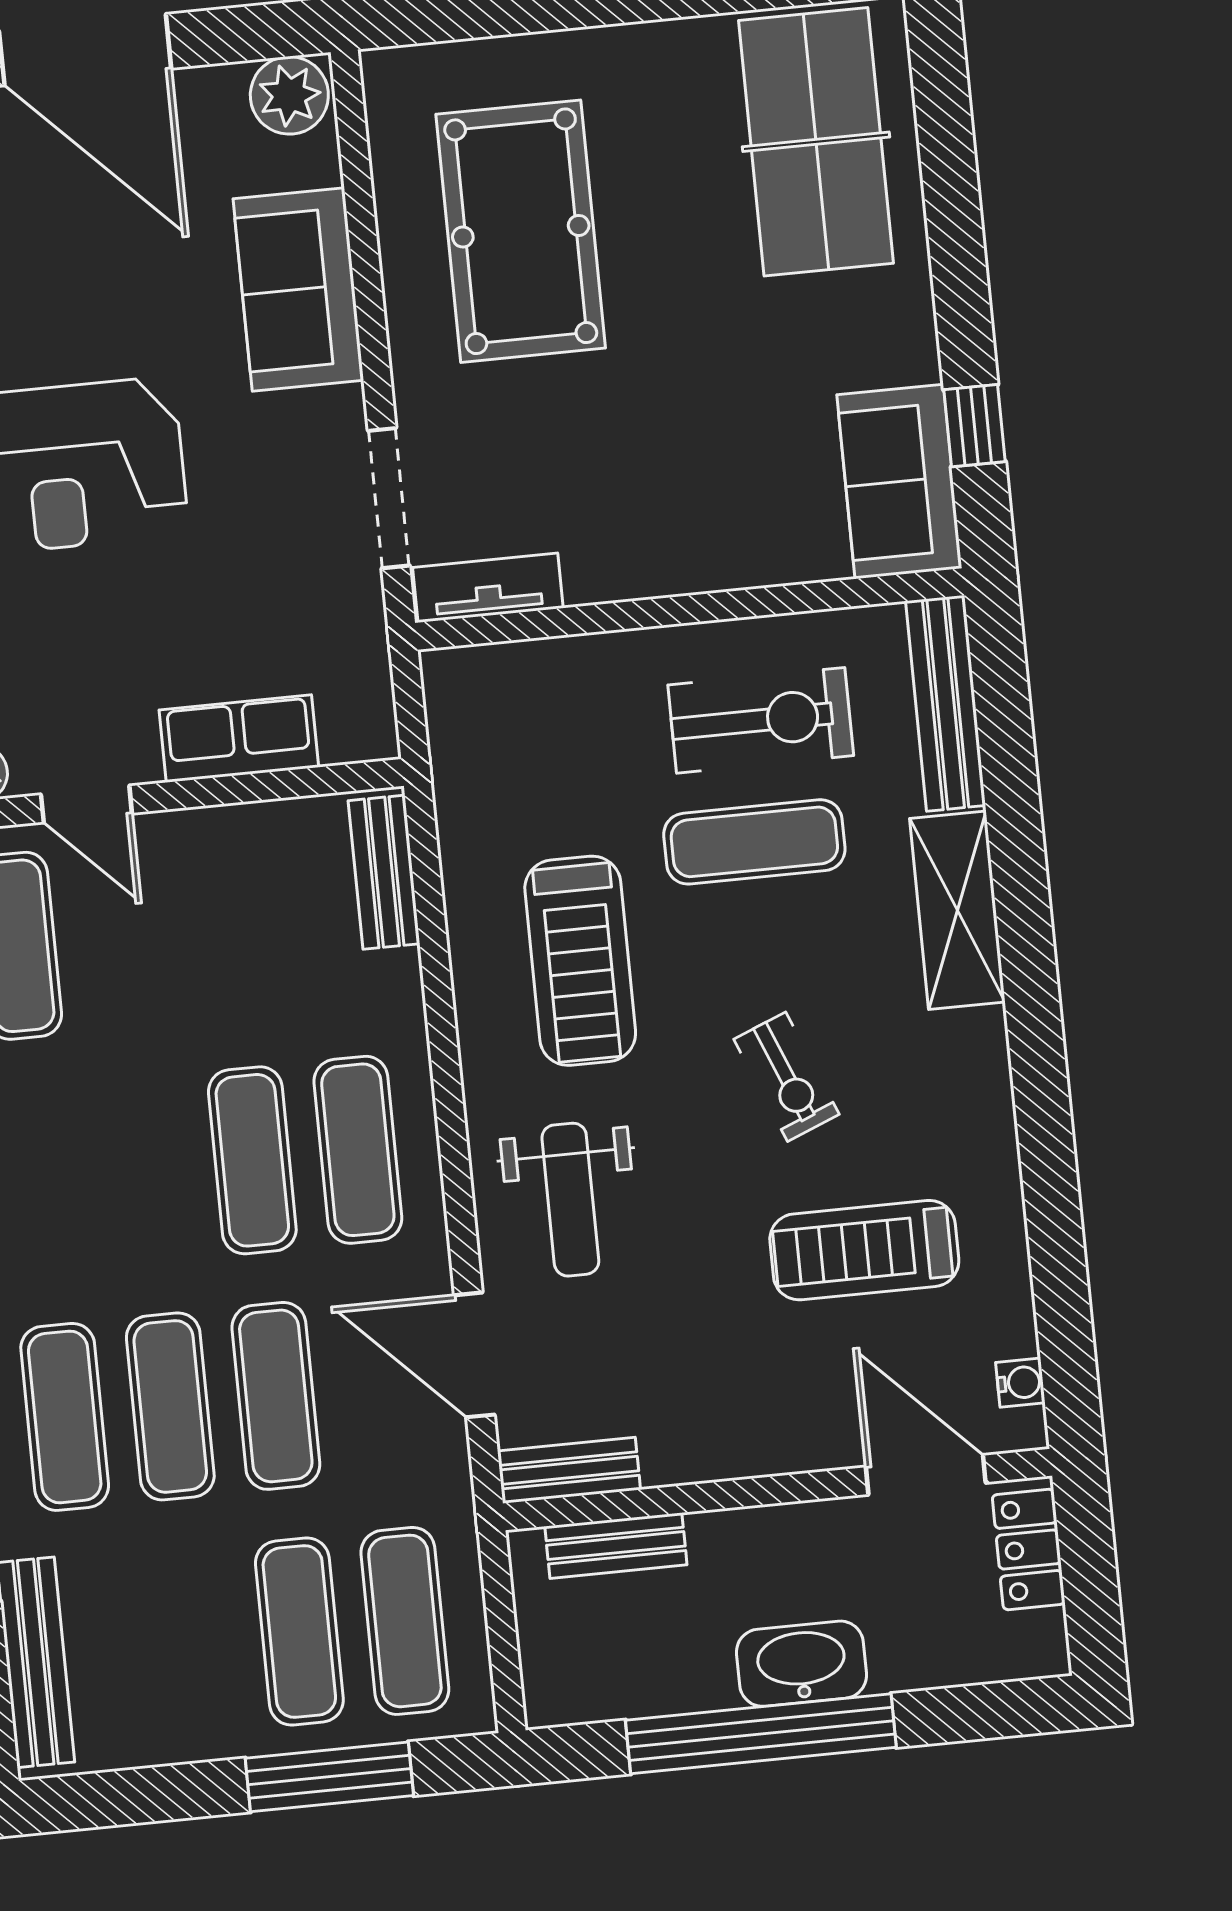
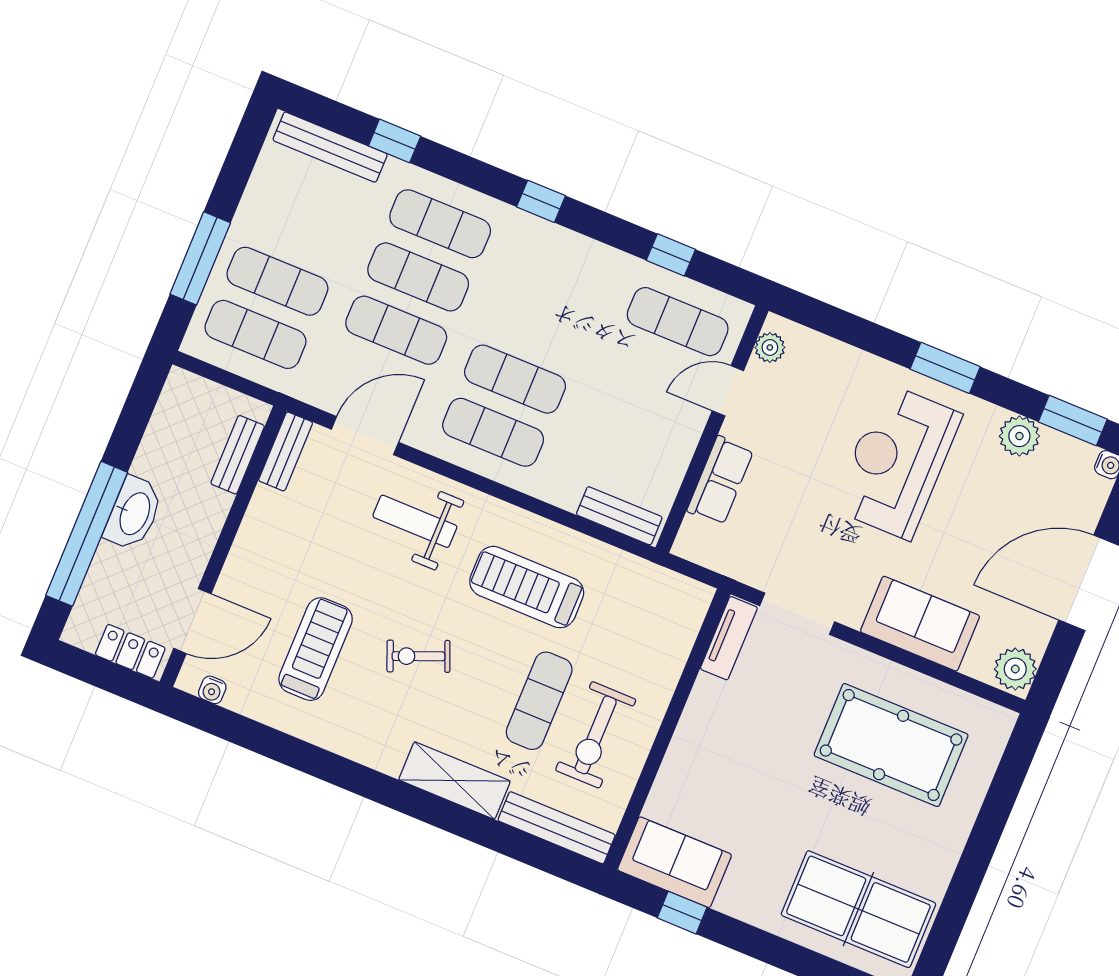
window: (761, 1734) -> (87, 534), moved

